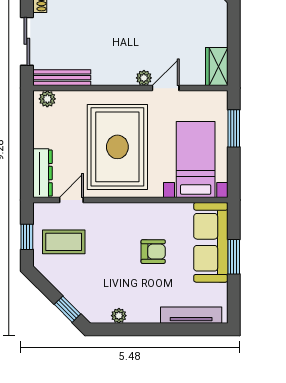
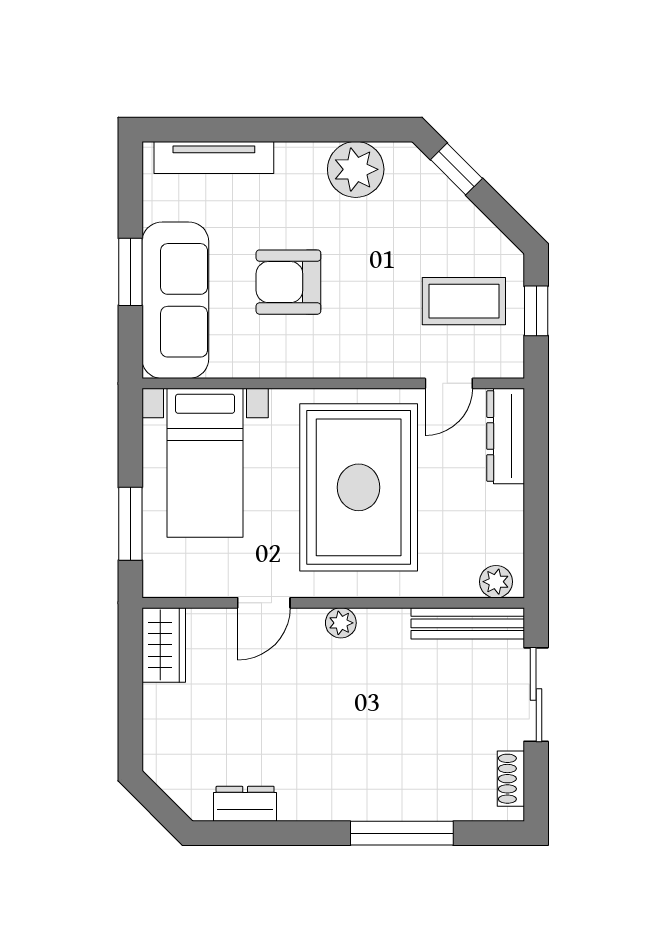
plant: (144, 78) -> (341, 623), moved
armchair: (153, 252) -> (288, 282), width x1.38, depth x1.38
plant: (119, 316) -> (356, 169), width x1.88, depth x1.88

